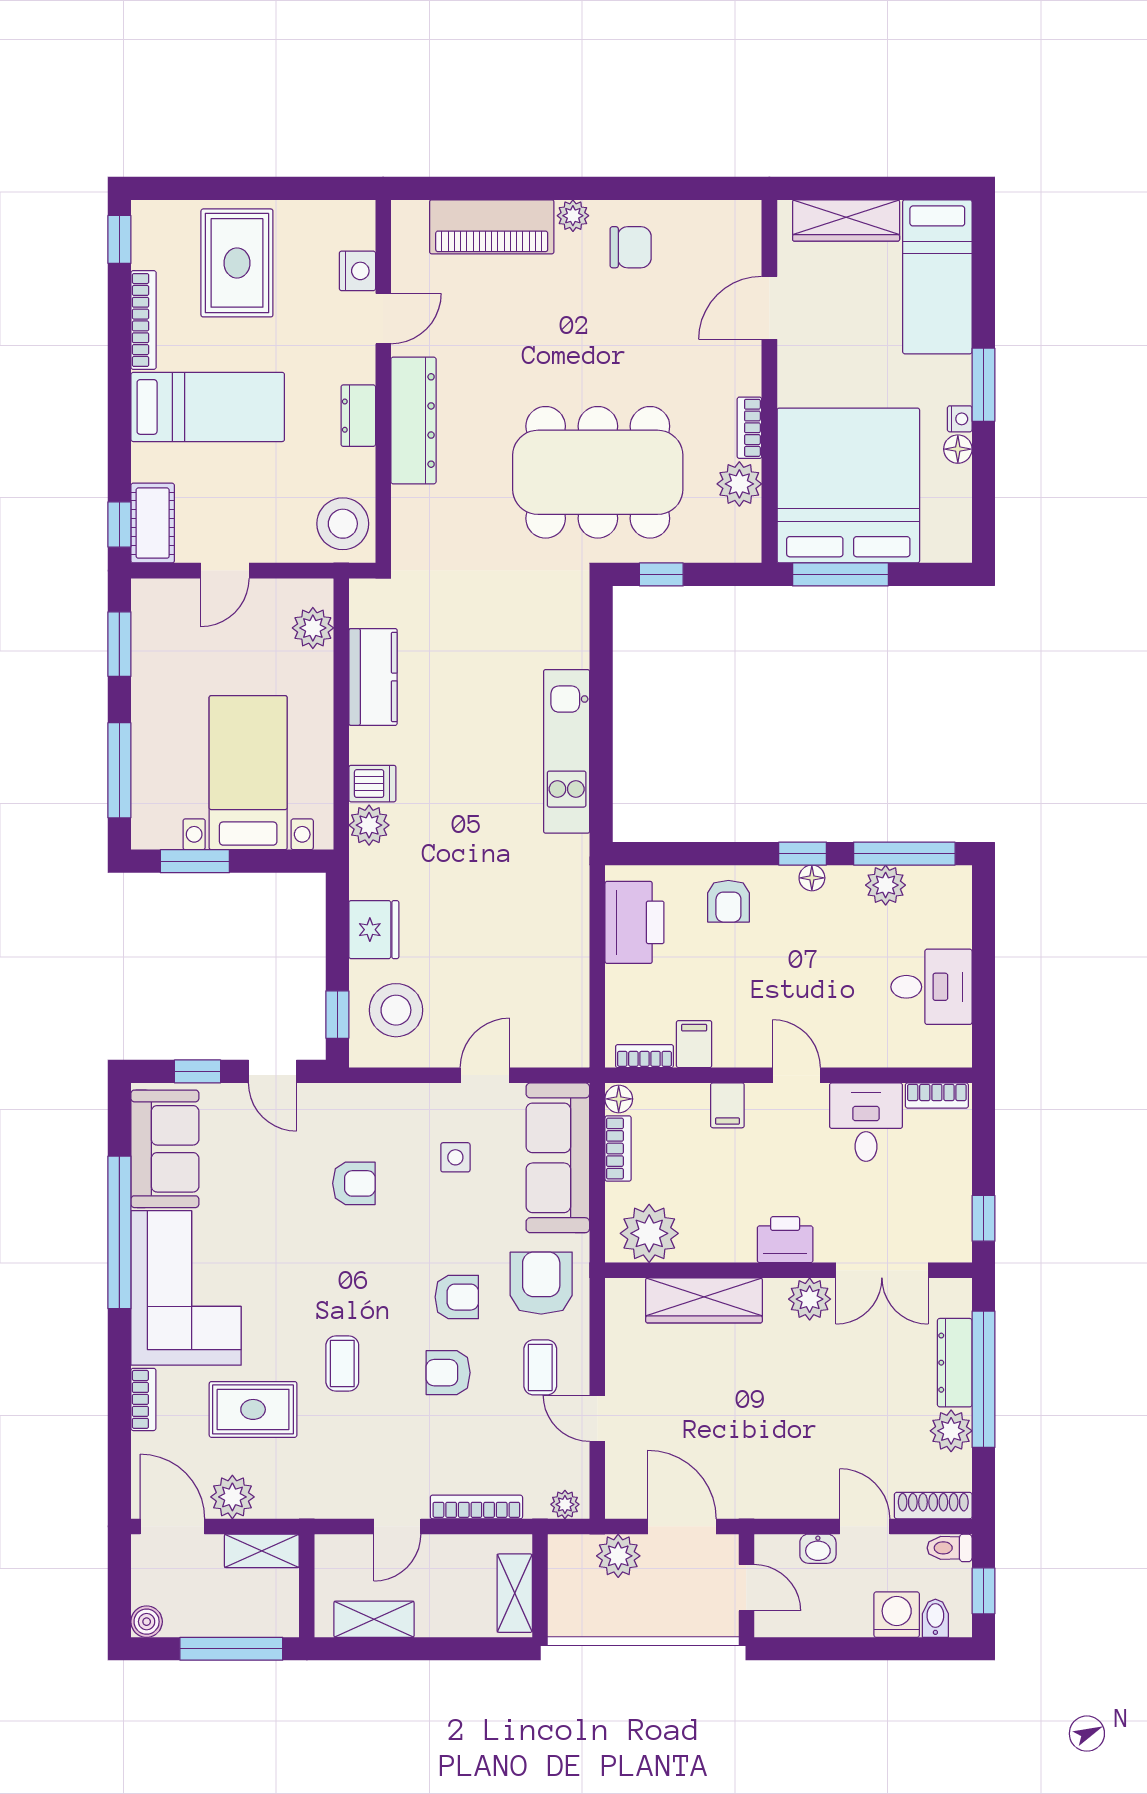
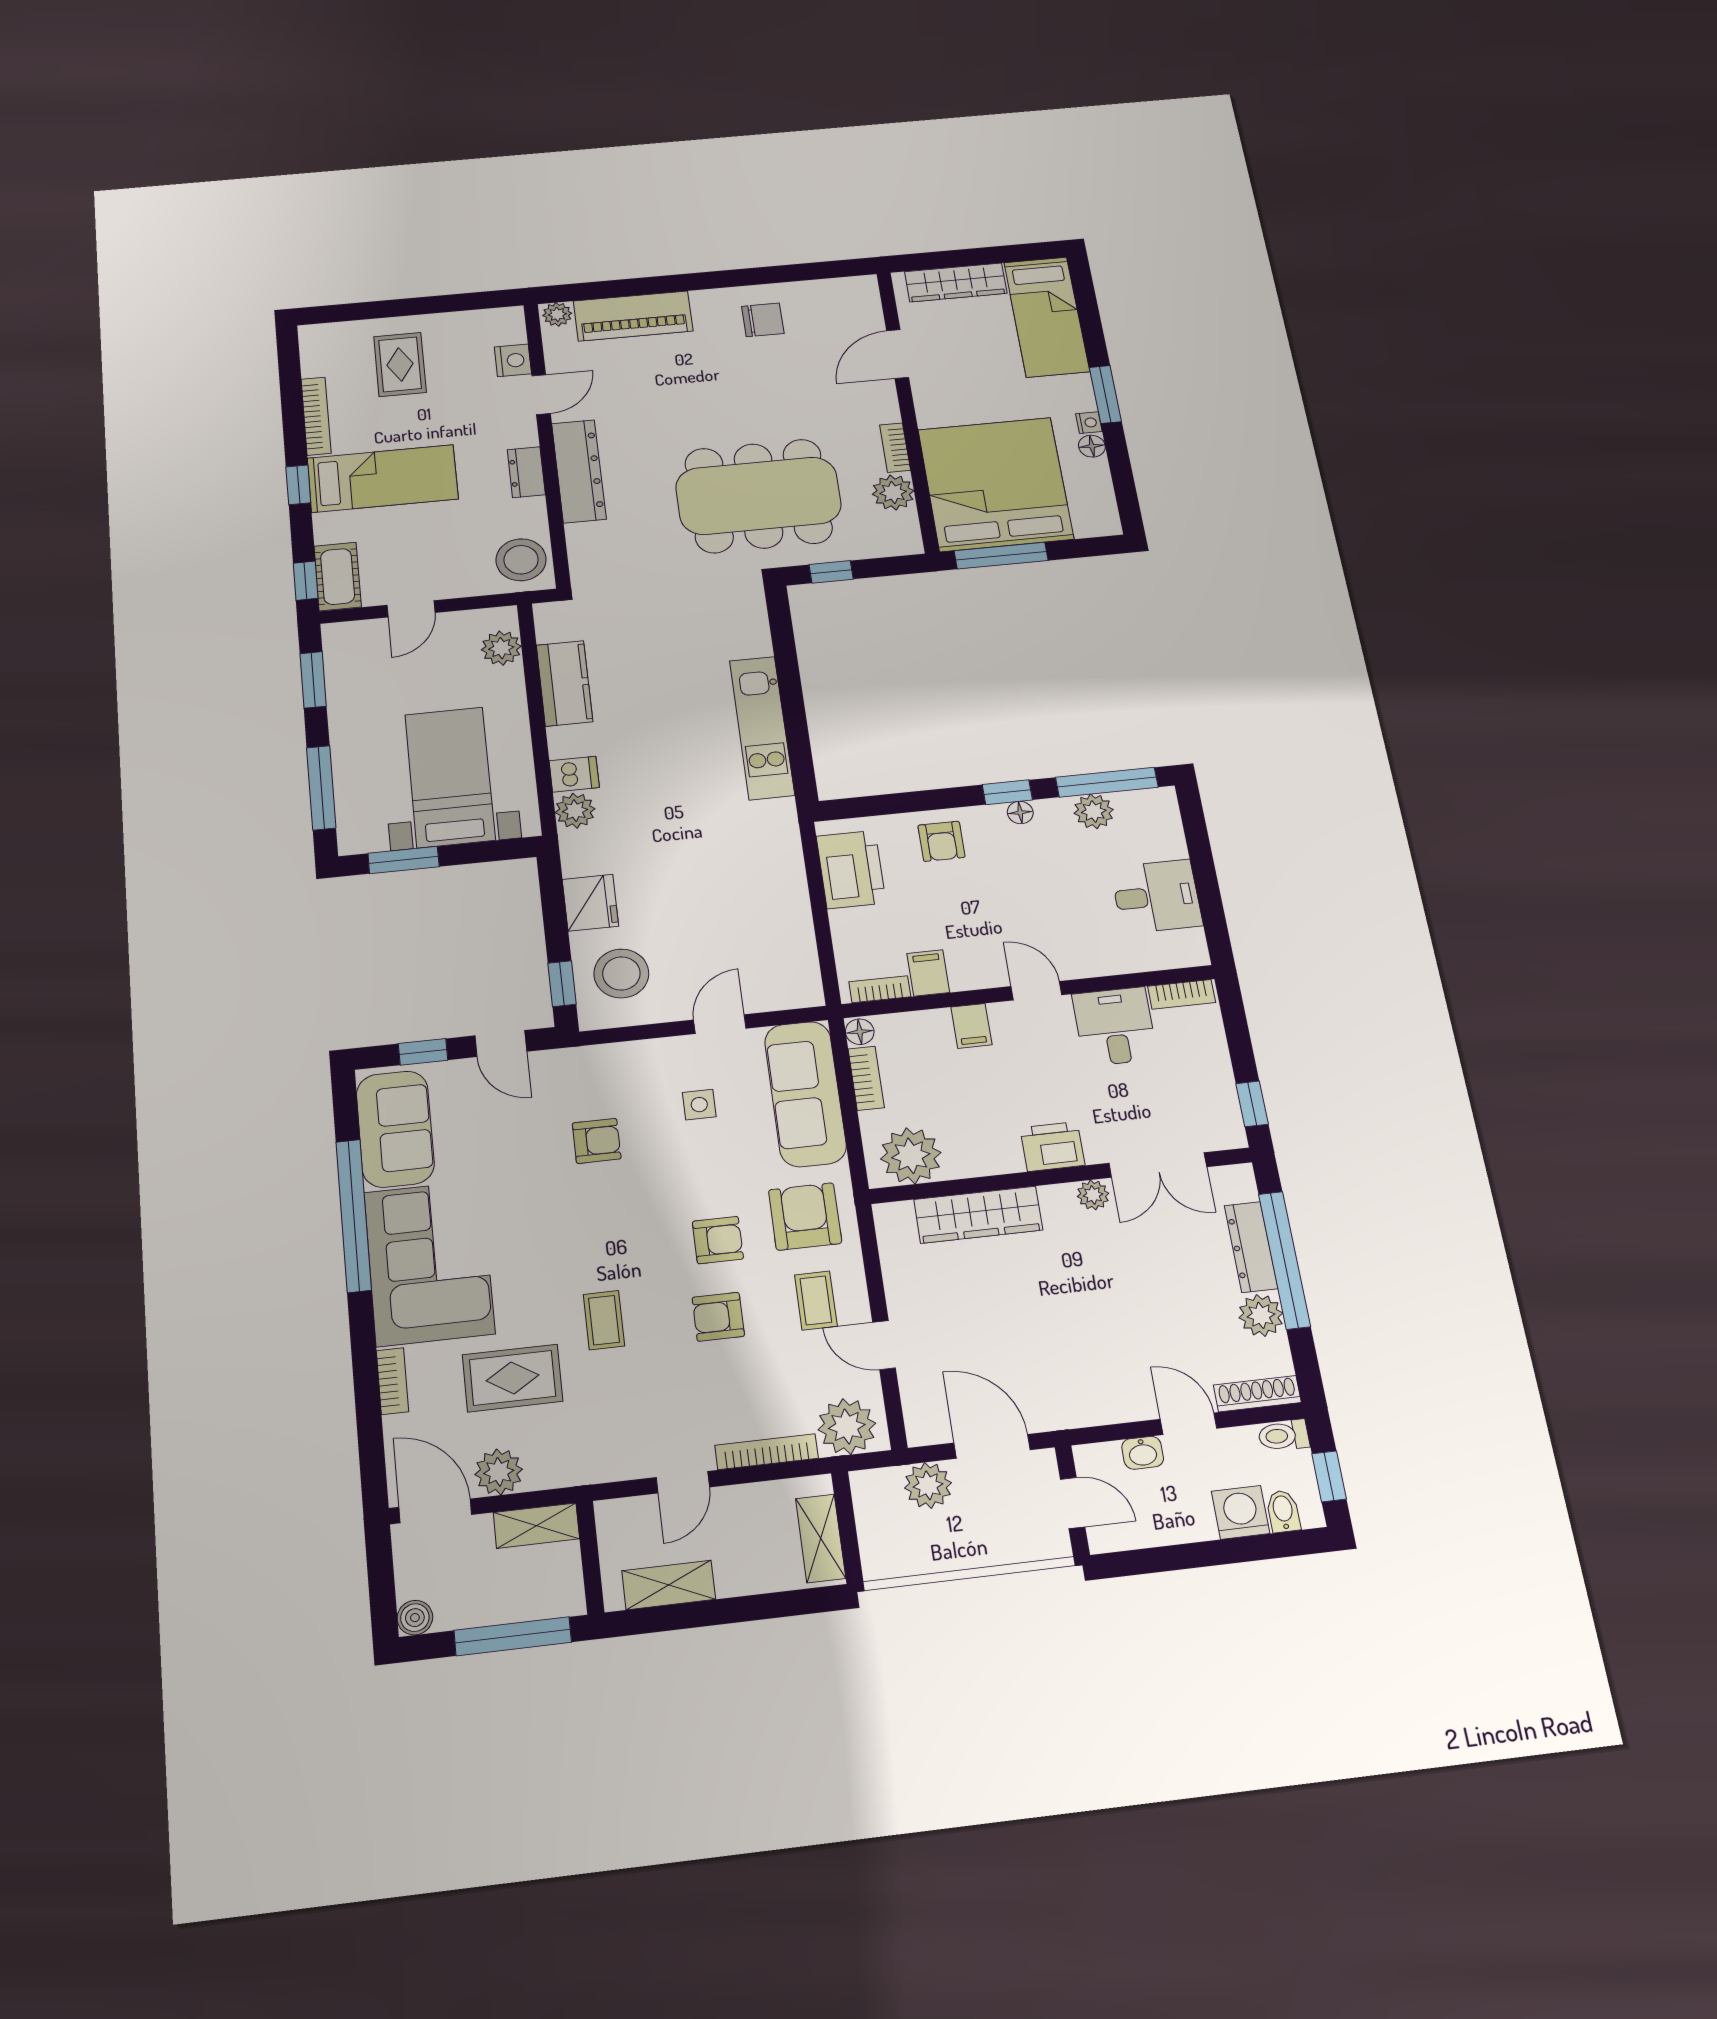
plant: (573, 216) -> (557, 314), moved
window: (119, 239) -> (298, 485), moved
rug: (237, 263) -> (400, 364), width x0.73, depth x0.70
plant: (810, 1299) -> (1093, 1195), width x0.73, depth x0.73
plant: (565, 1504) -> (847, 1427), width x1.88, depth x1.88

